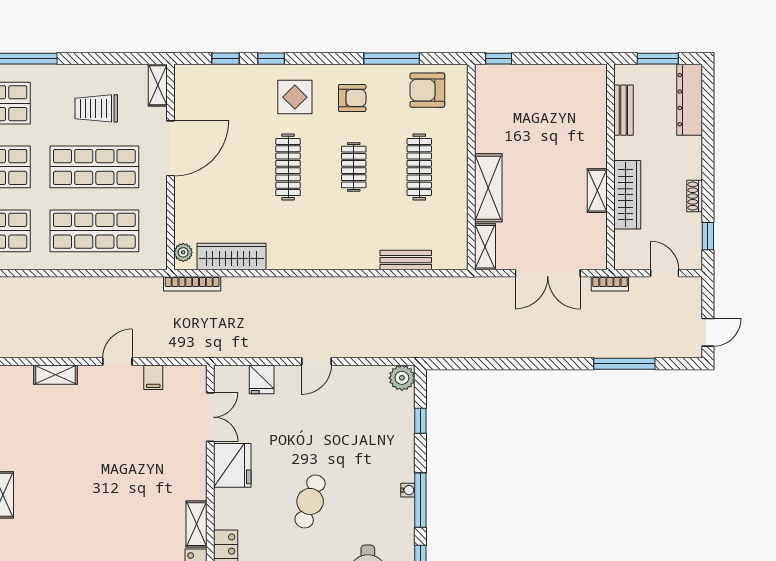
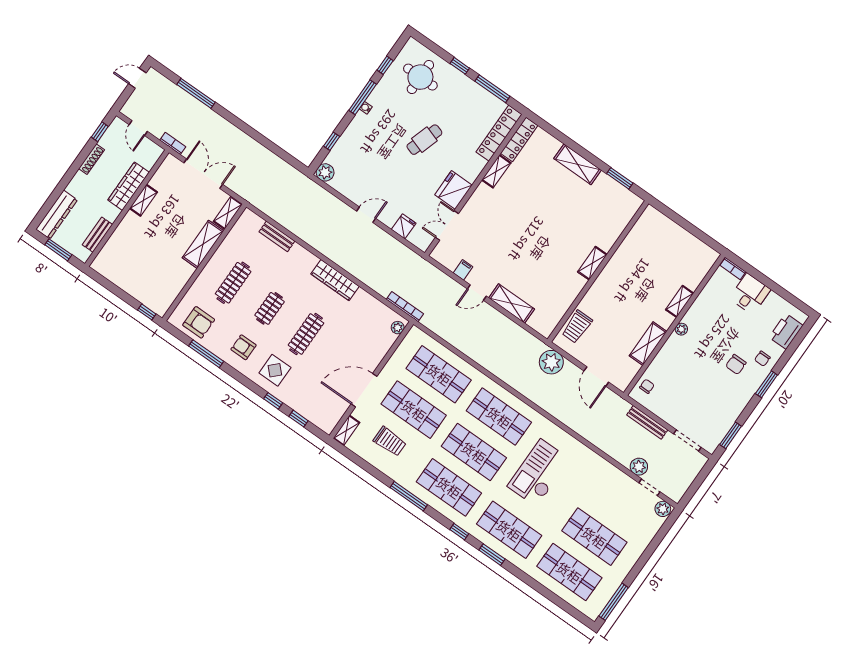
shoe rack: (695, 196) -> (92, 159), width x1.43
wardrobe: (231, 257) -> (335, 280), moved
shelving: (56, 375) -> (512, 303), width x1.50, depth x1.33

